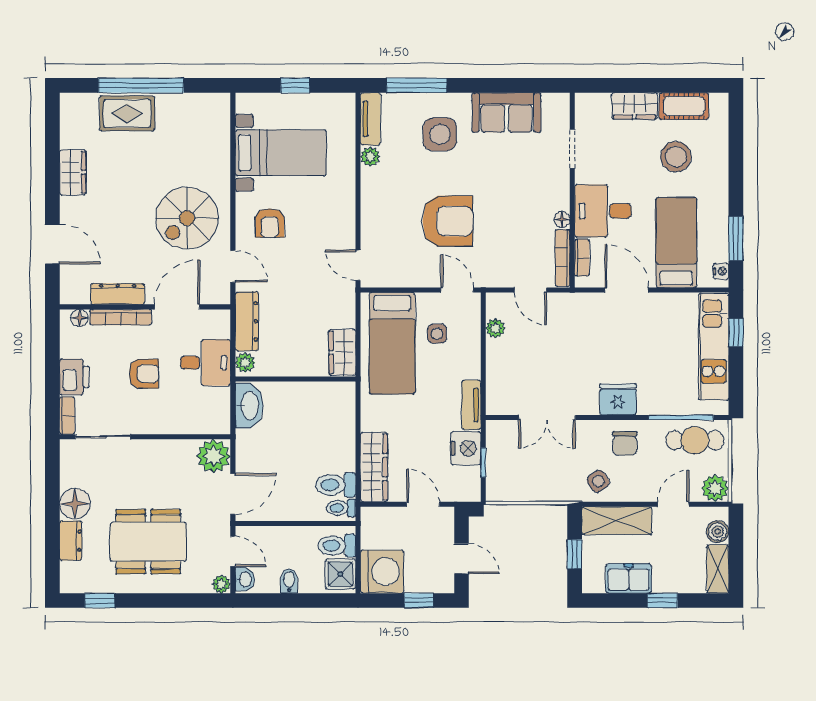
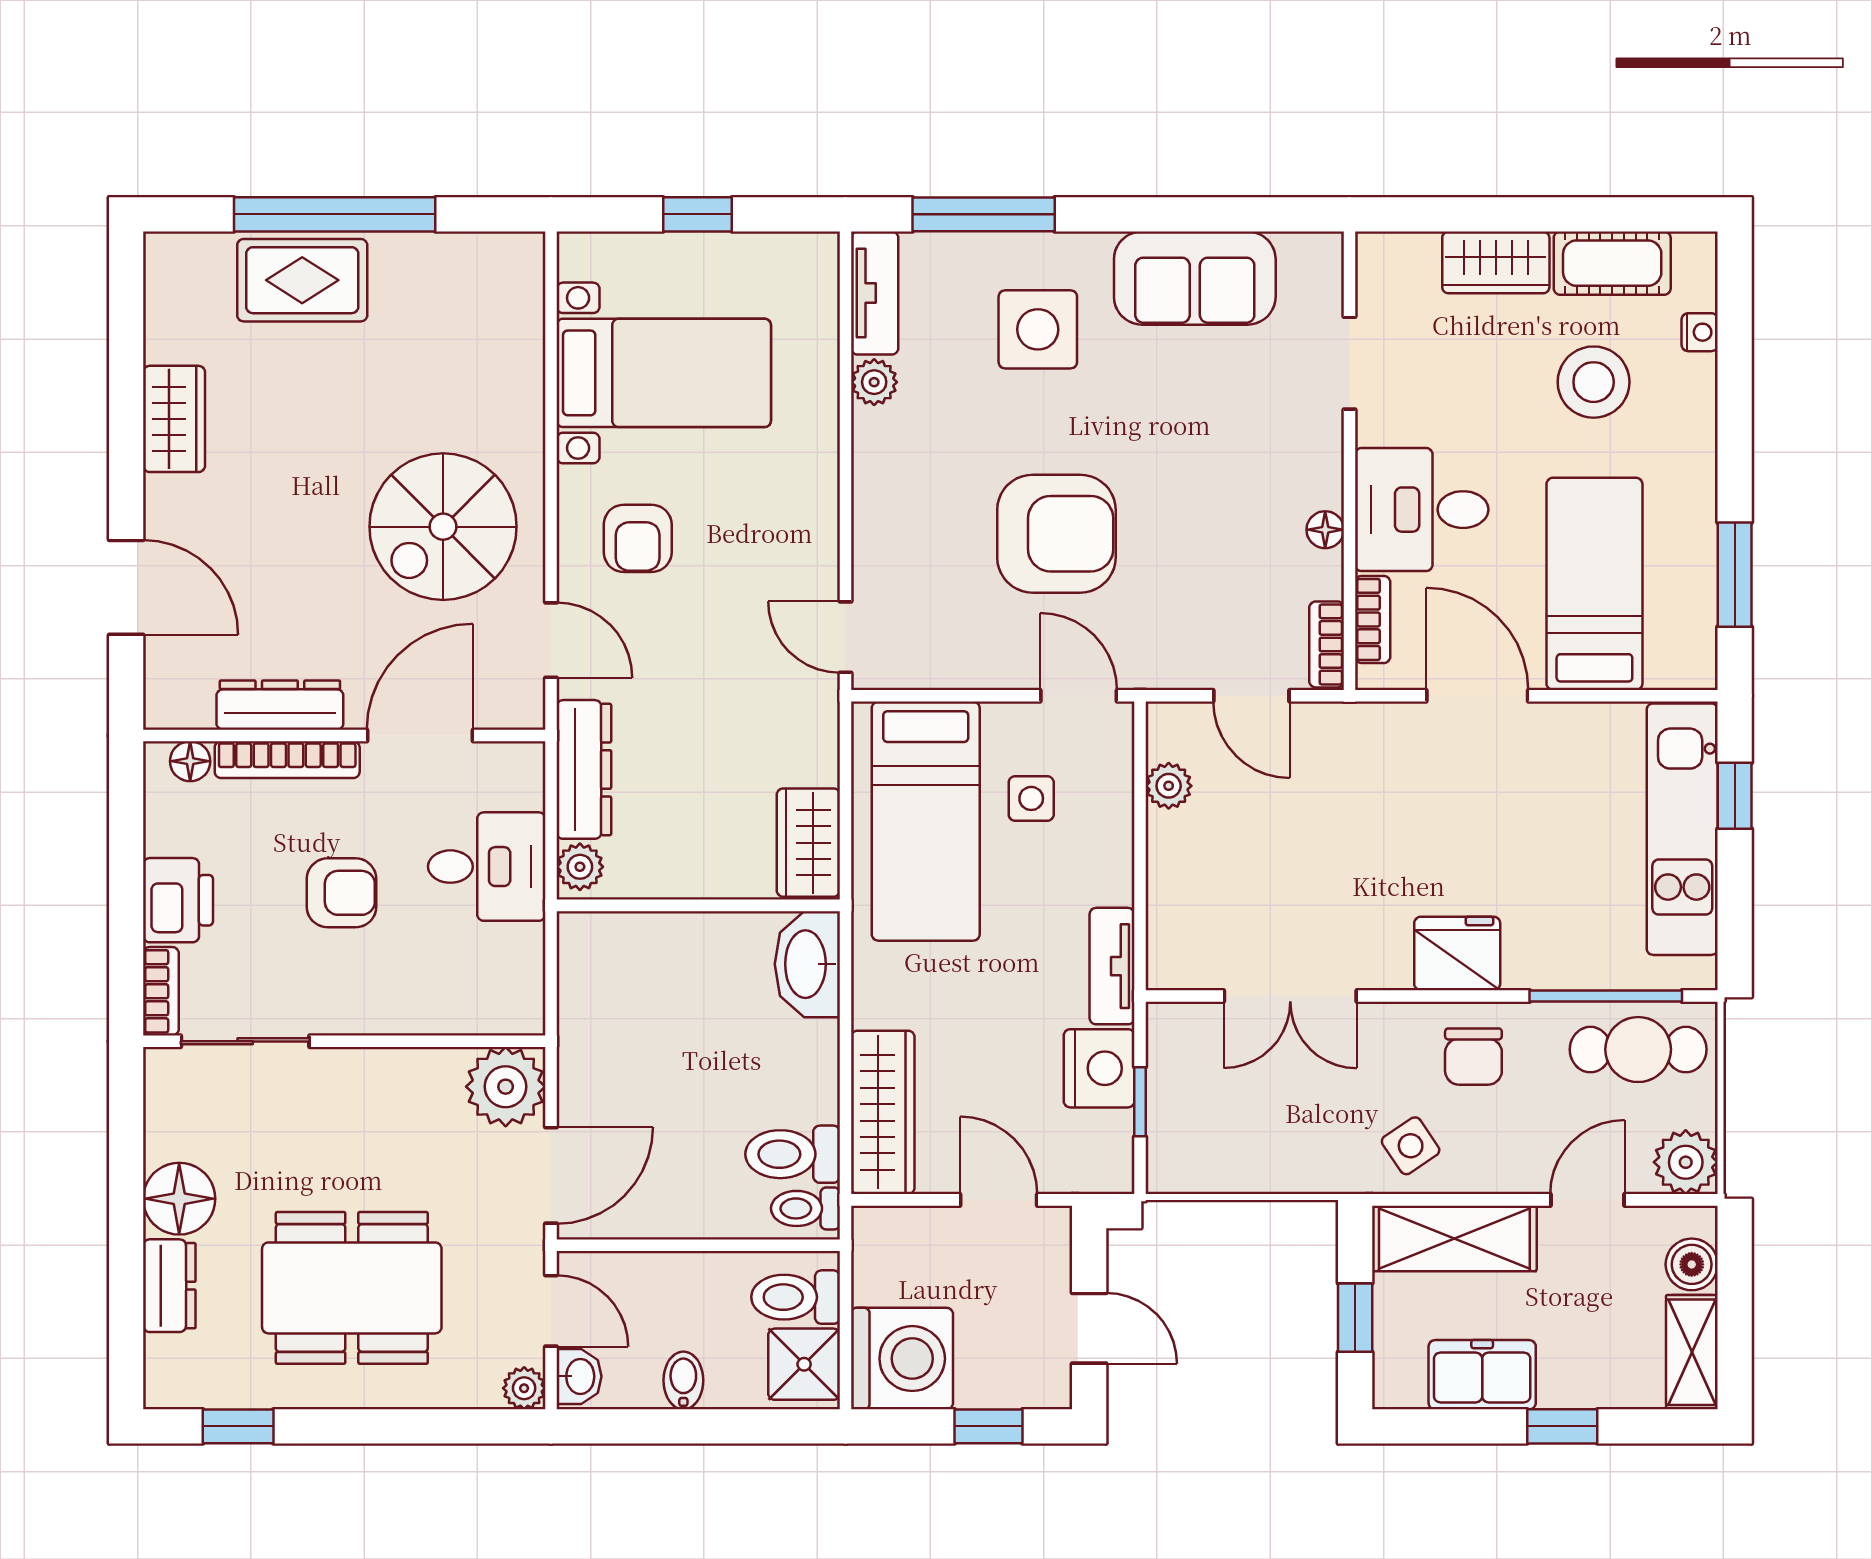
bookcase: (562, 258) -> (1327, 644), width x0.64
nightstand: (721, 271) -> (1700, 332), moved
washbasin: (249, 406) -> (807, 964), moved, turned 180

